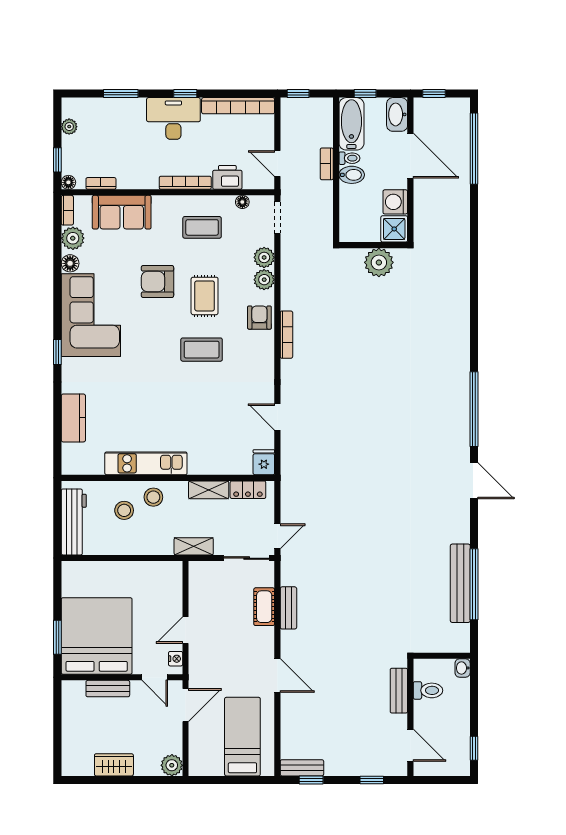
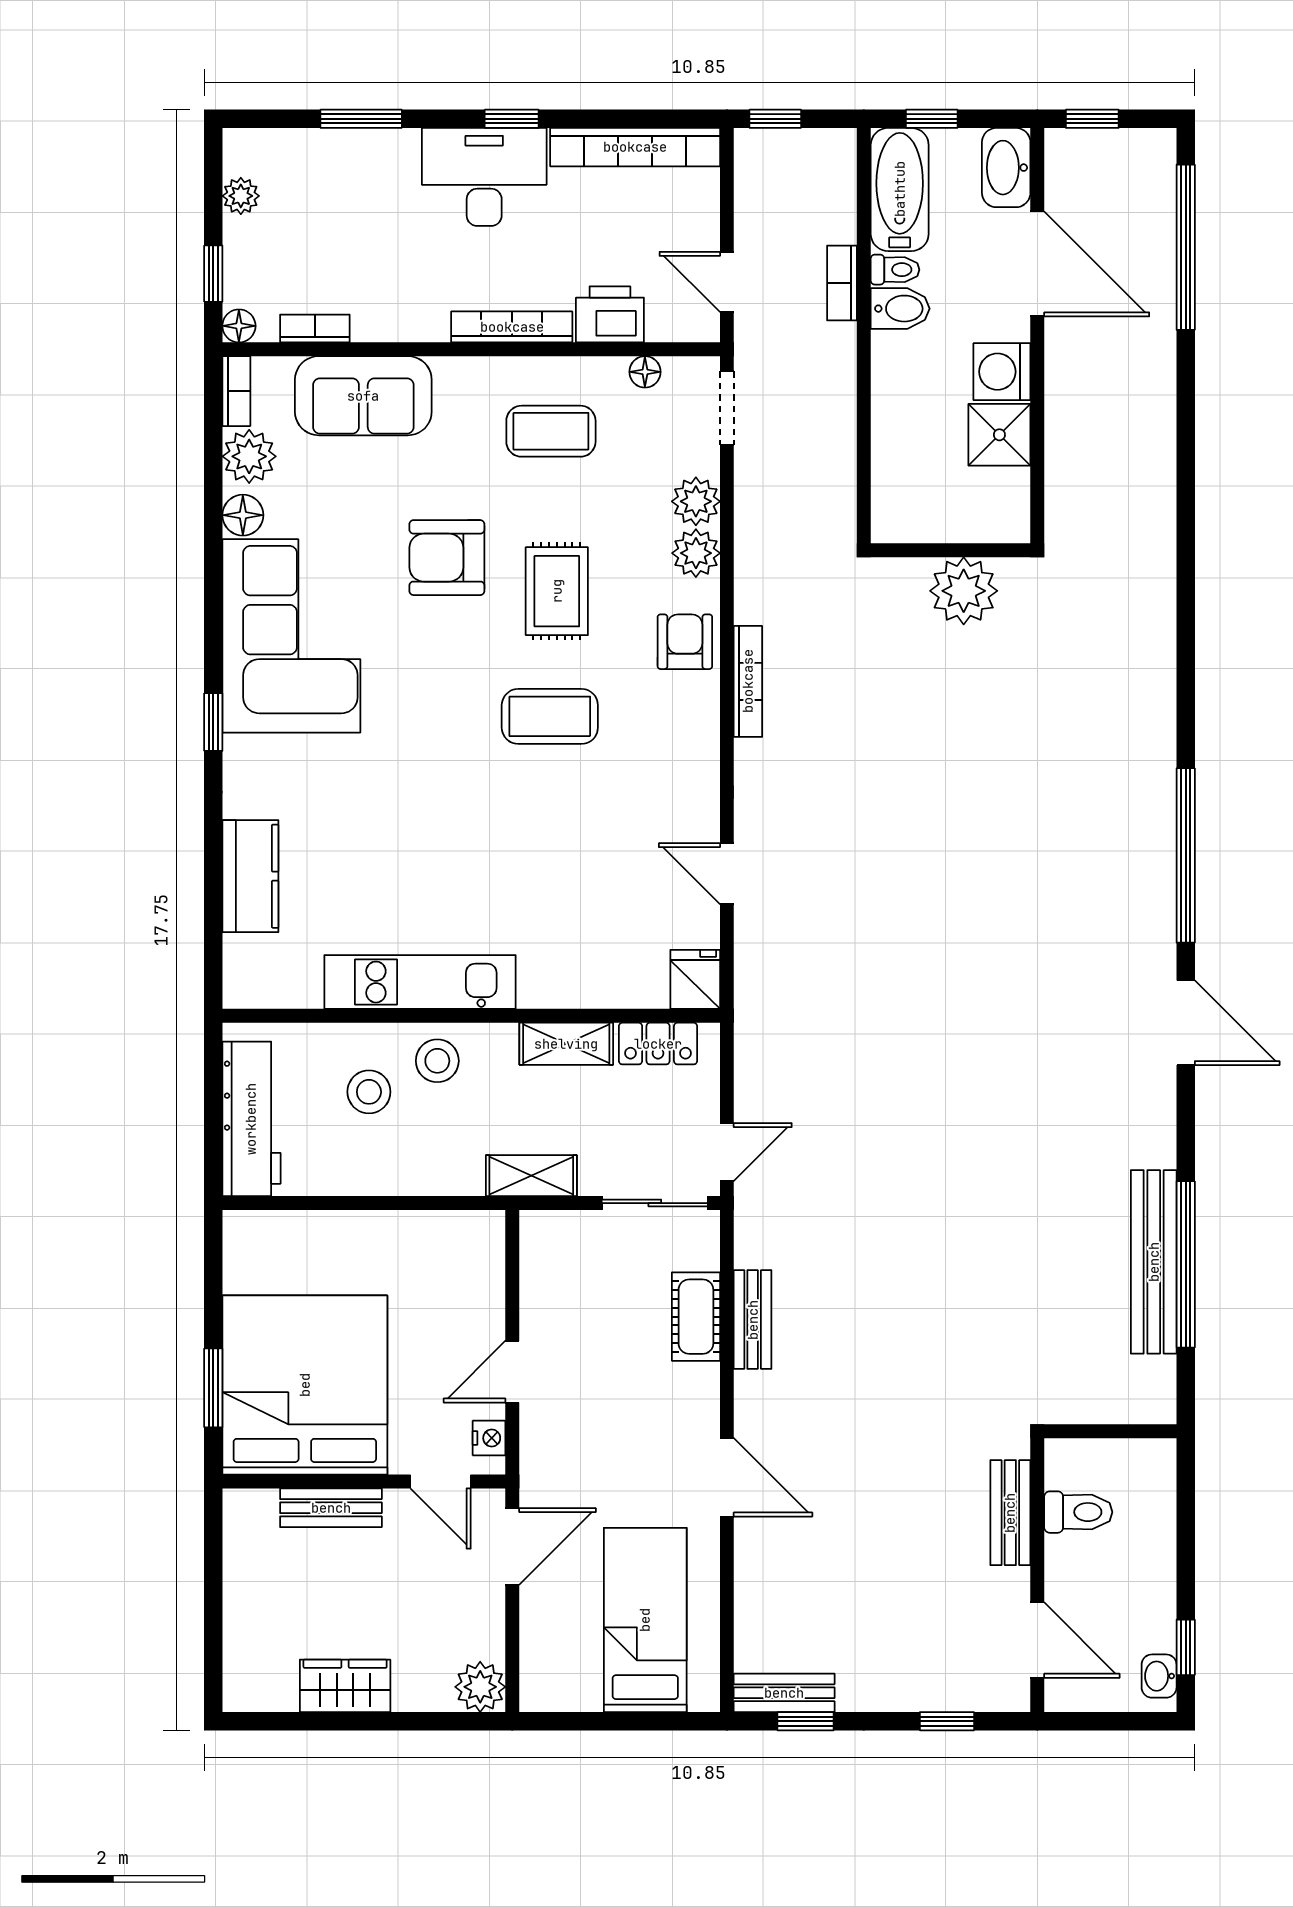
wall: (373, 245) -> (951, 550), moved
plant: (379, 262) -> (964, 591), moved
washbasin: (463, 668) -> (1159, 1676), moved

